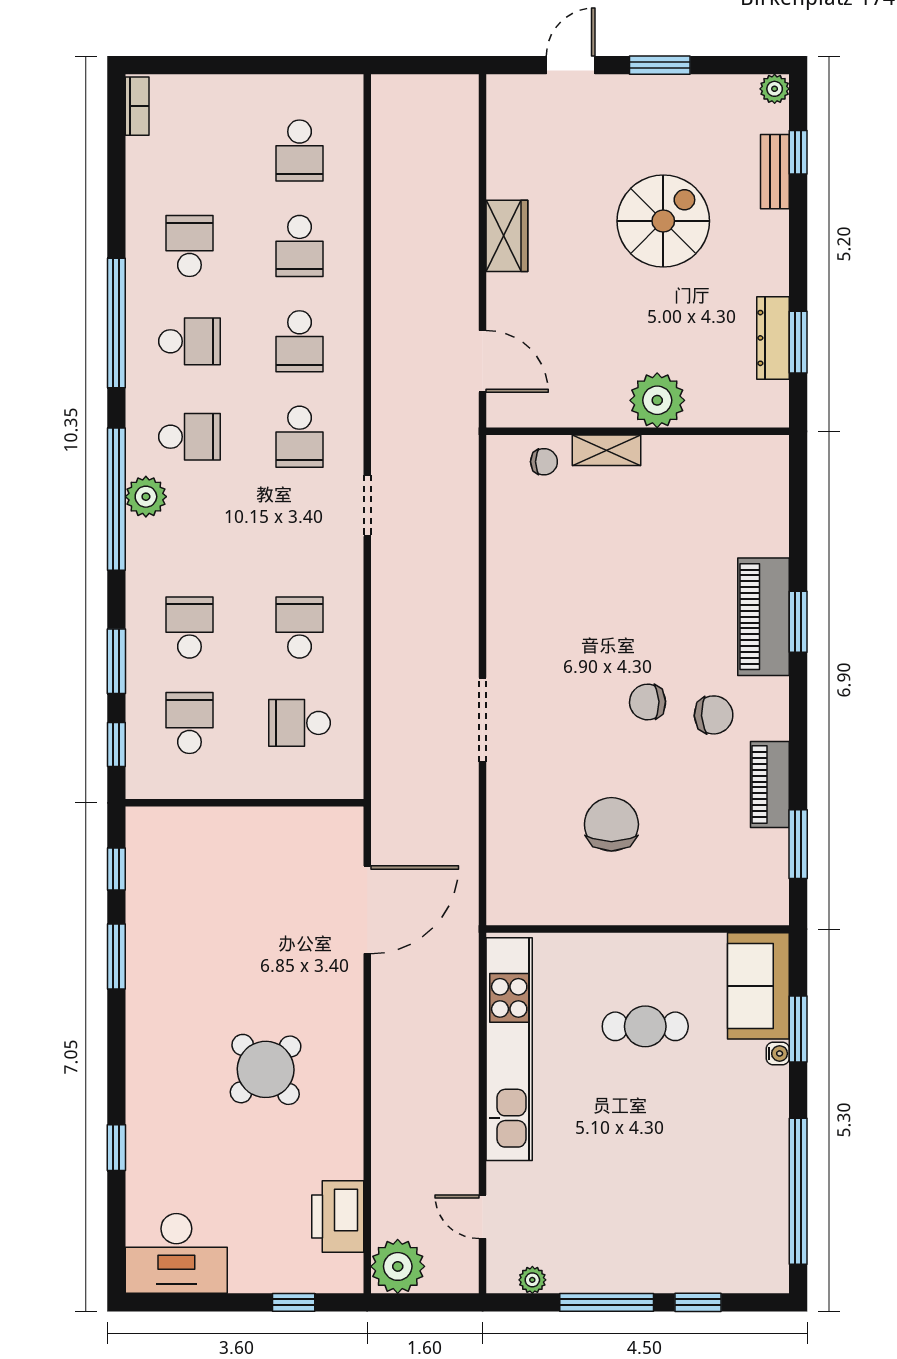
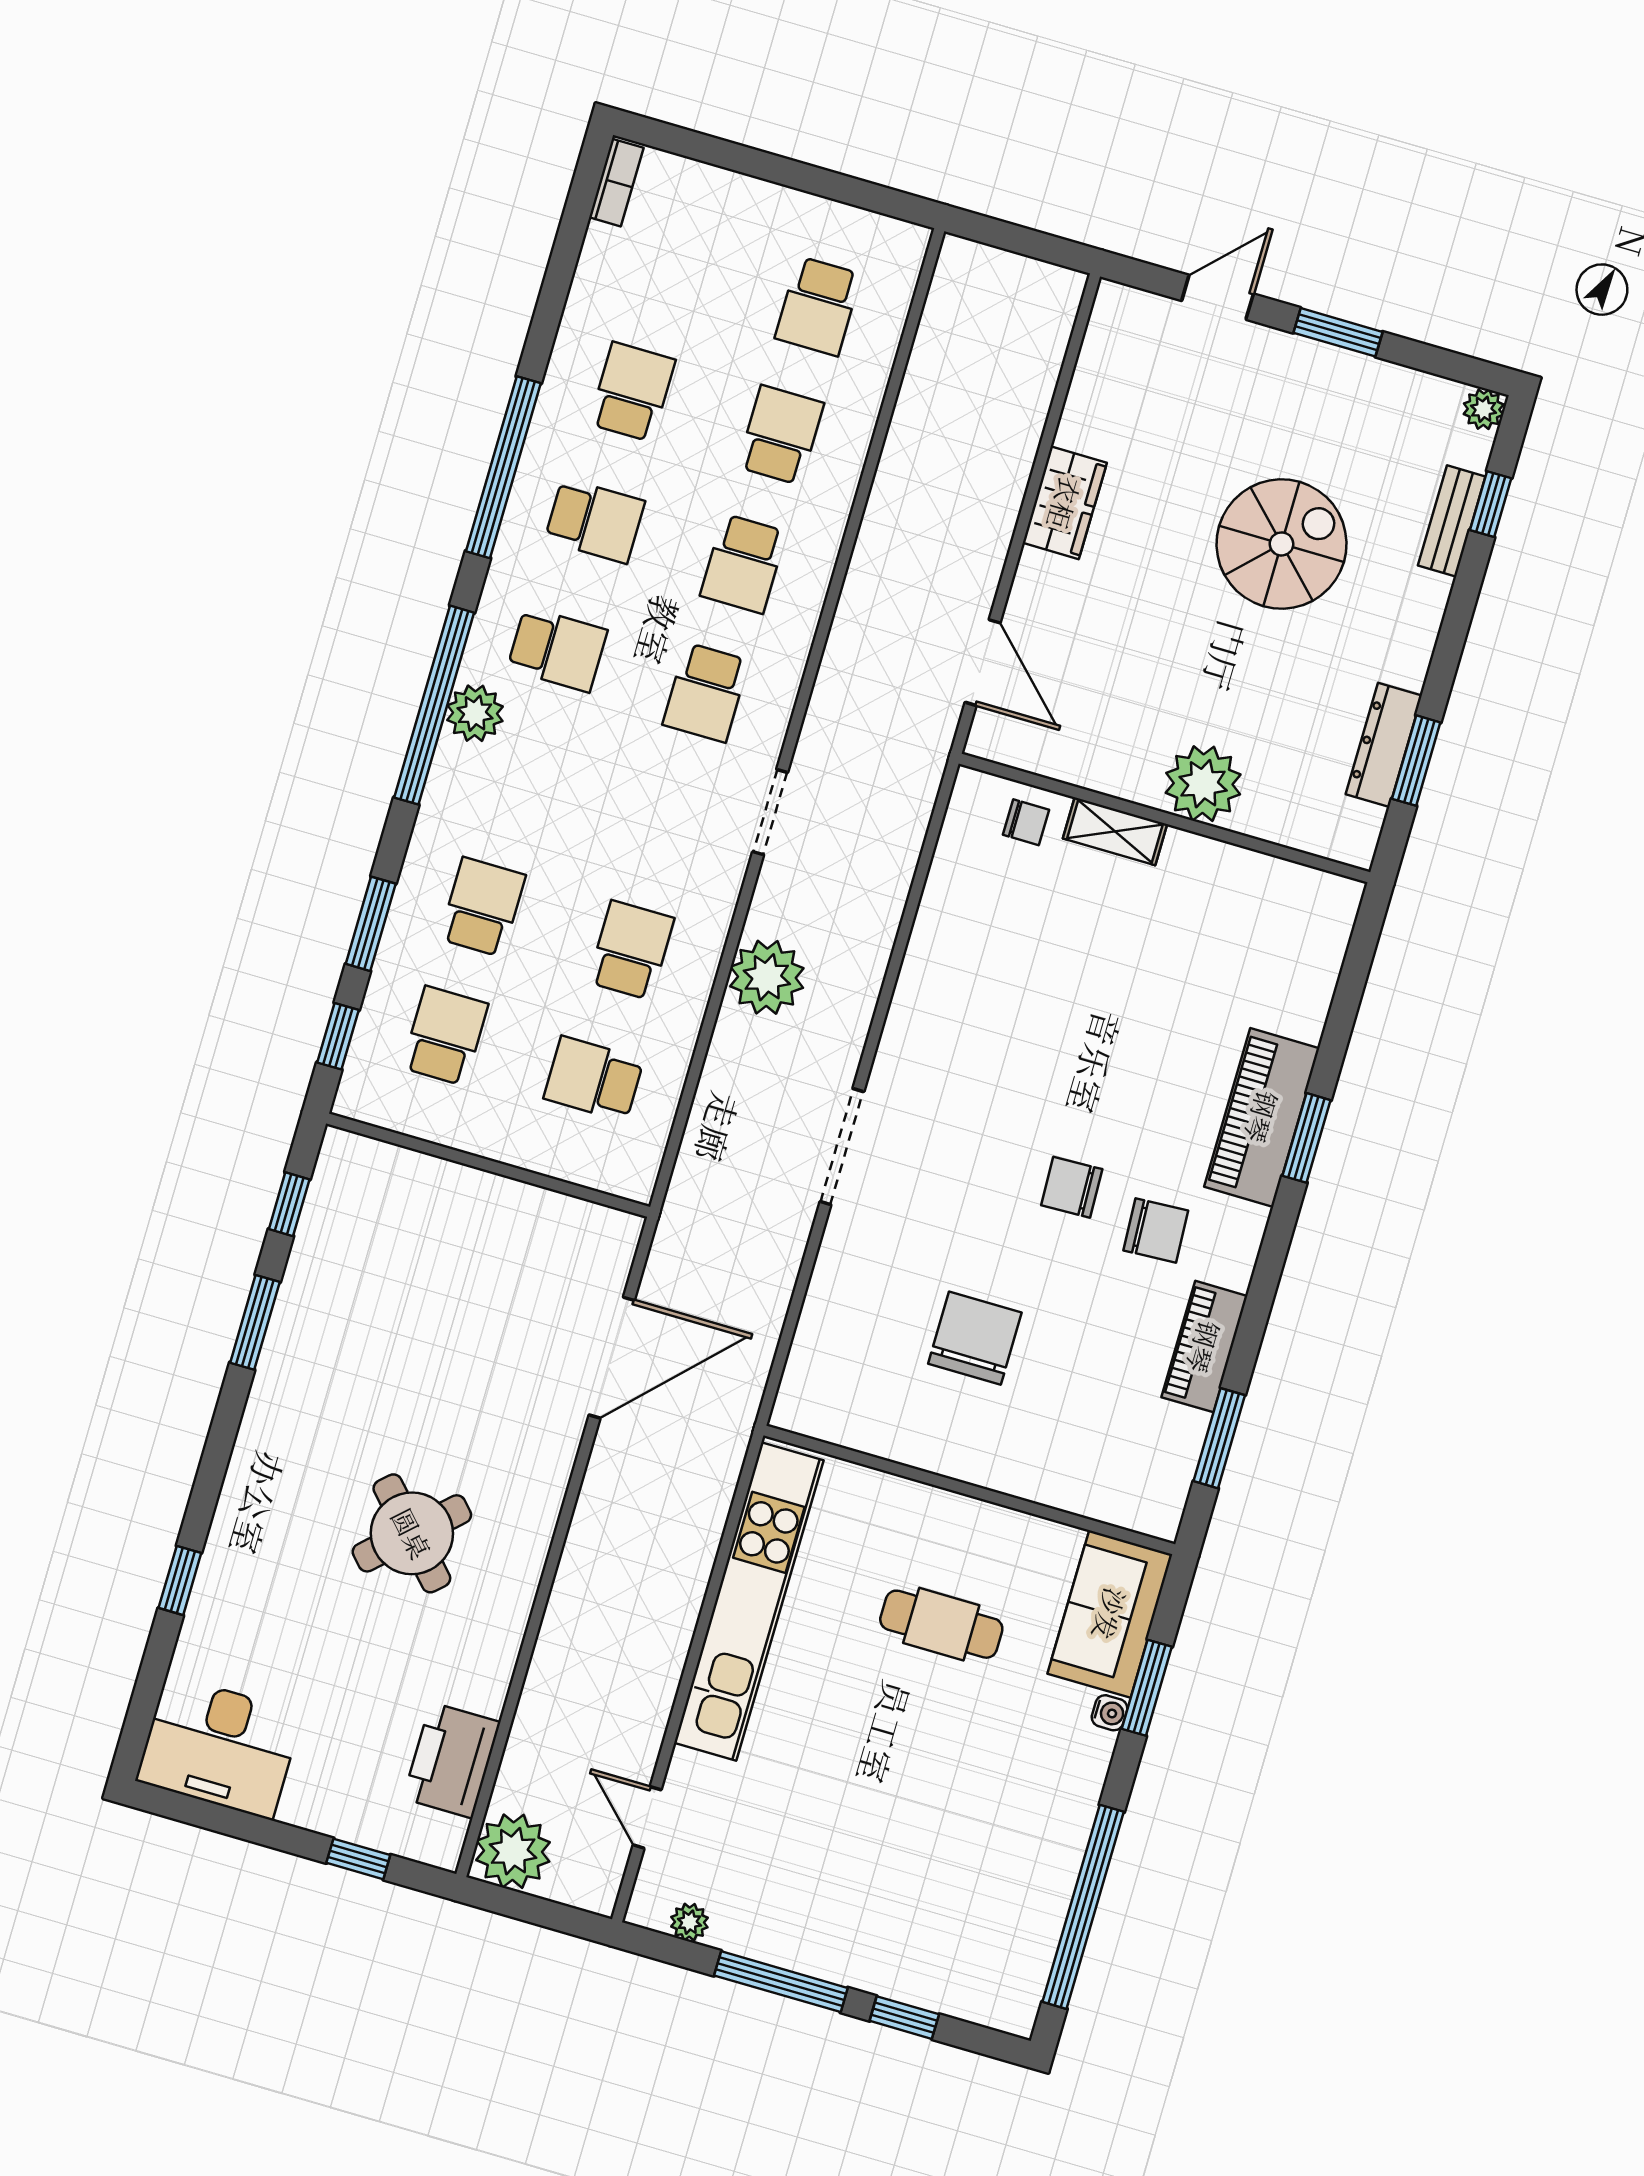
school desk: (300, 246) -> (781, 435), turned 180
plant: (398, 619) -> (767, 977), added

